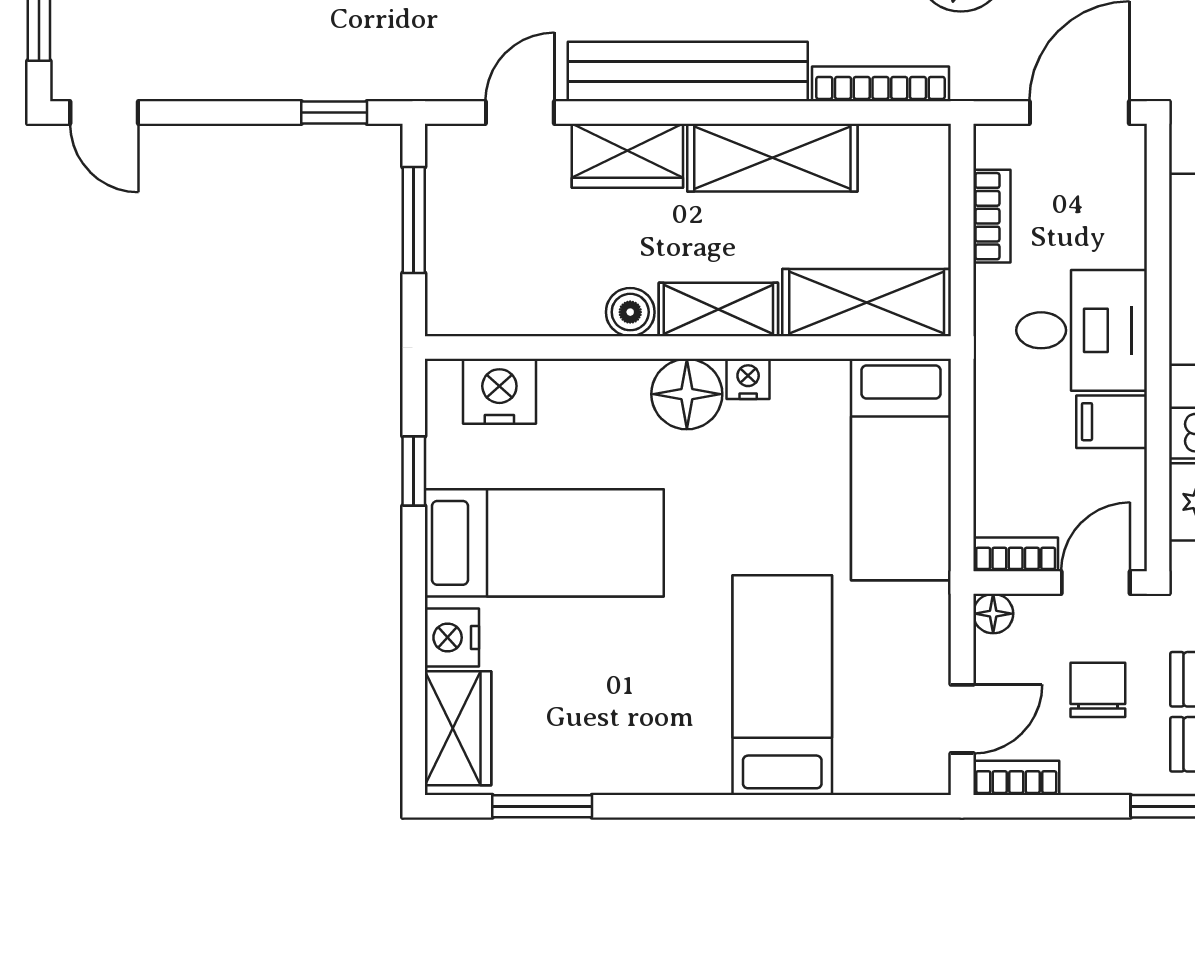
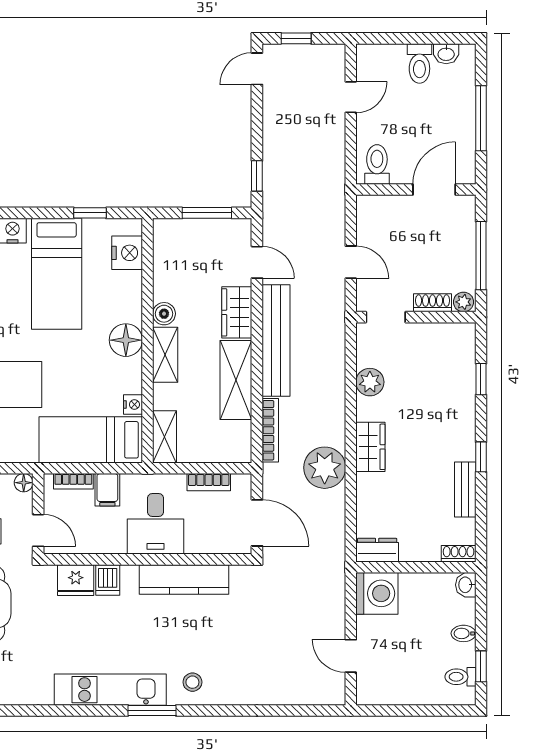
shelving: (867, 303) -> (165, 437), width x0.67, depth x0.75
nightstand: (748, 379) -> (133, 405), moved
filing cabinet: (1112, 422) -> (107, 490), moved, turned 180
bookcase: (1016, 554) -> (73, 481), moved, turned 90

